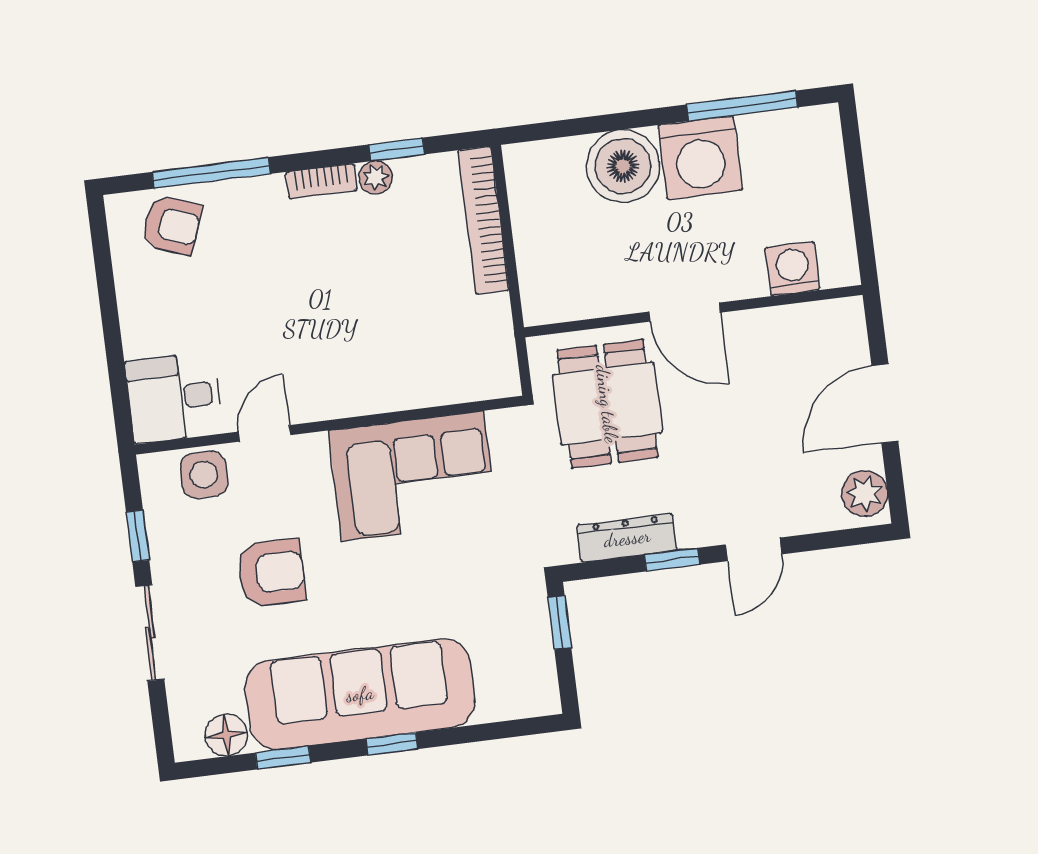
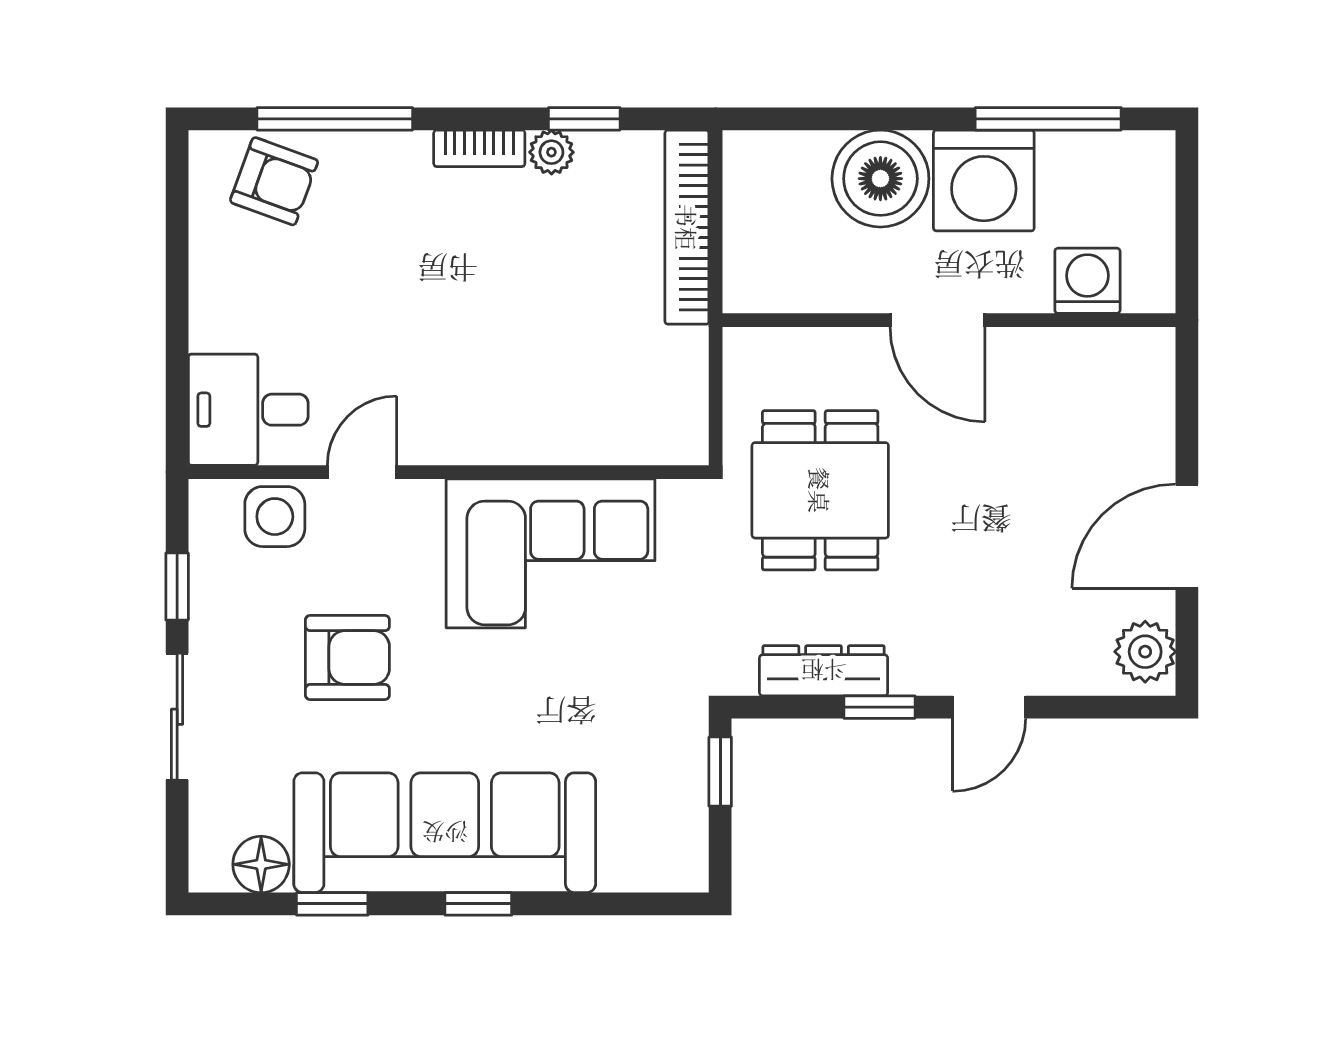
washing machine: (793, 269) -> (1087, 281), moved
wall: (693, 311) -> (949, 320), moved
door: (685, 312) -> (937, 320), moved

